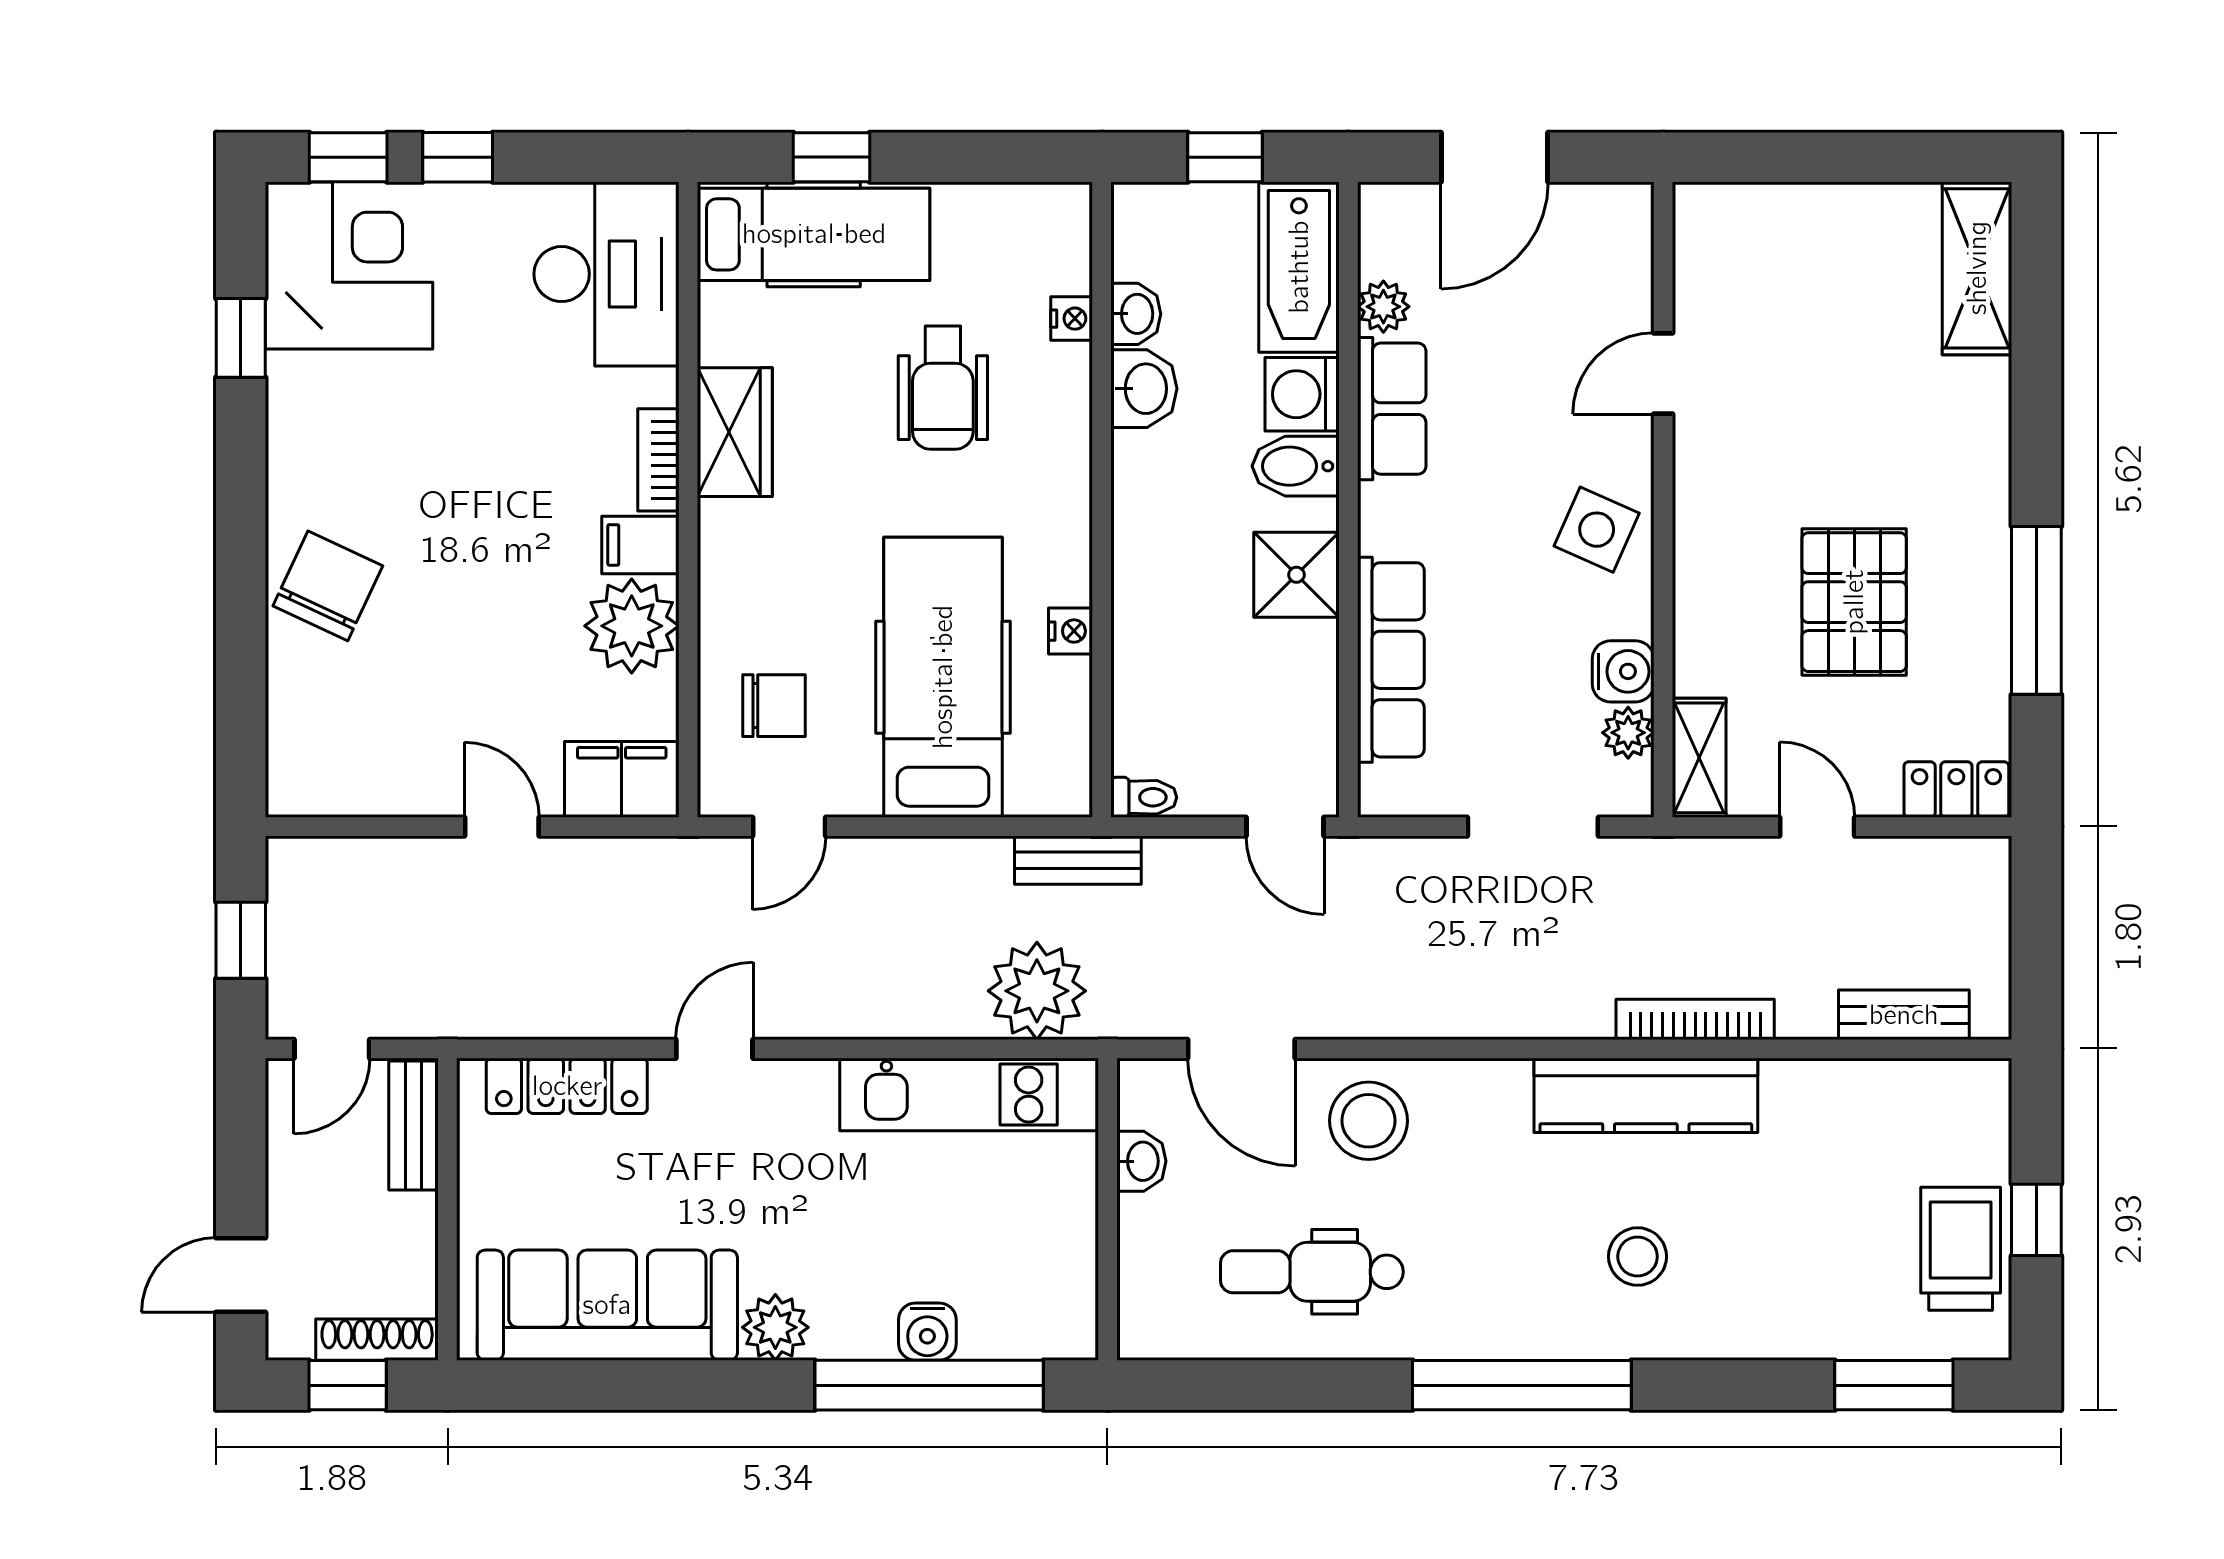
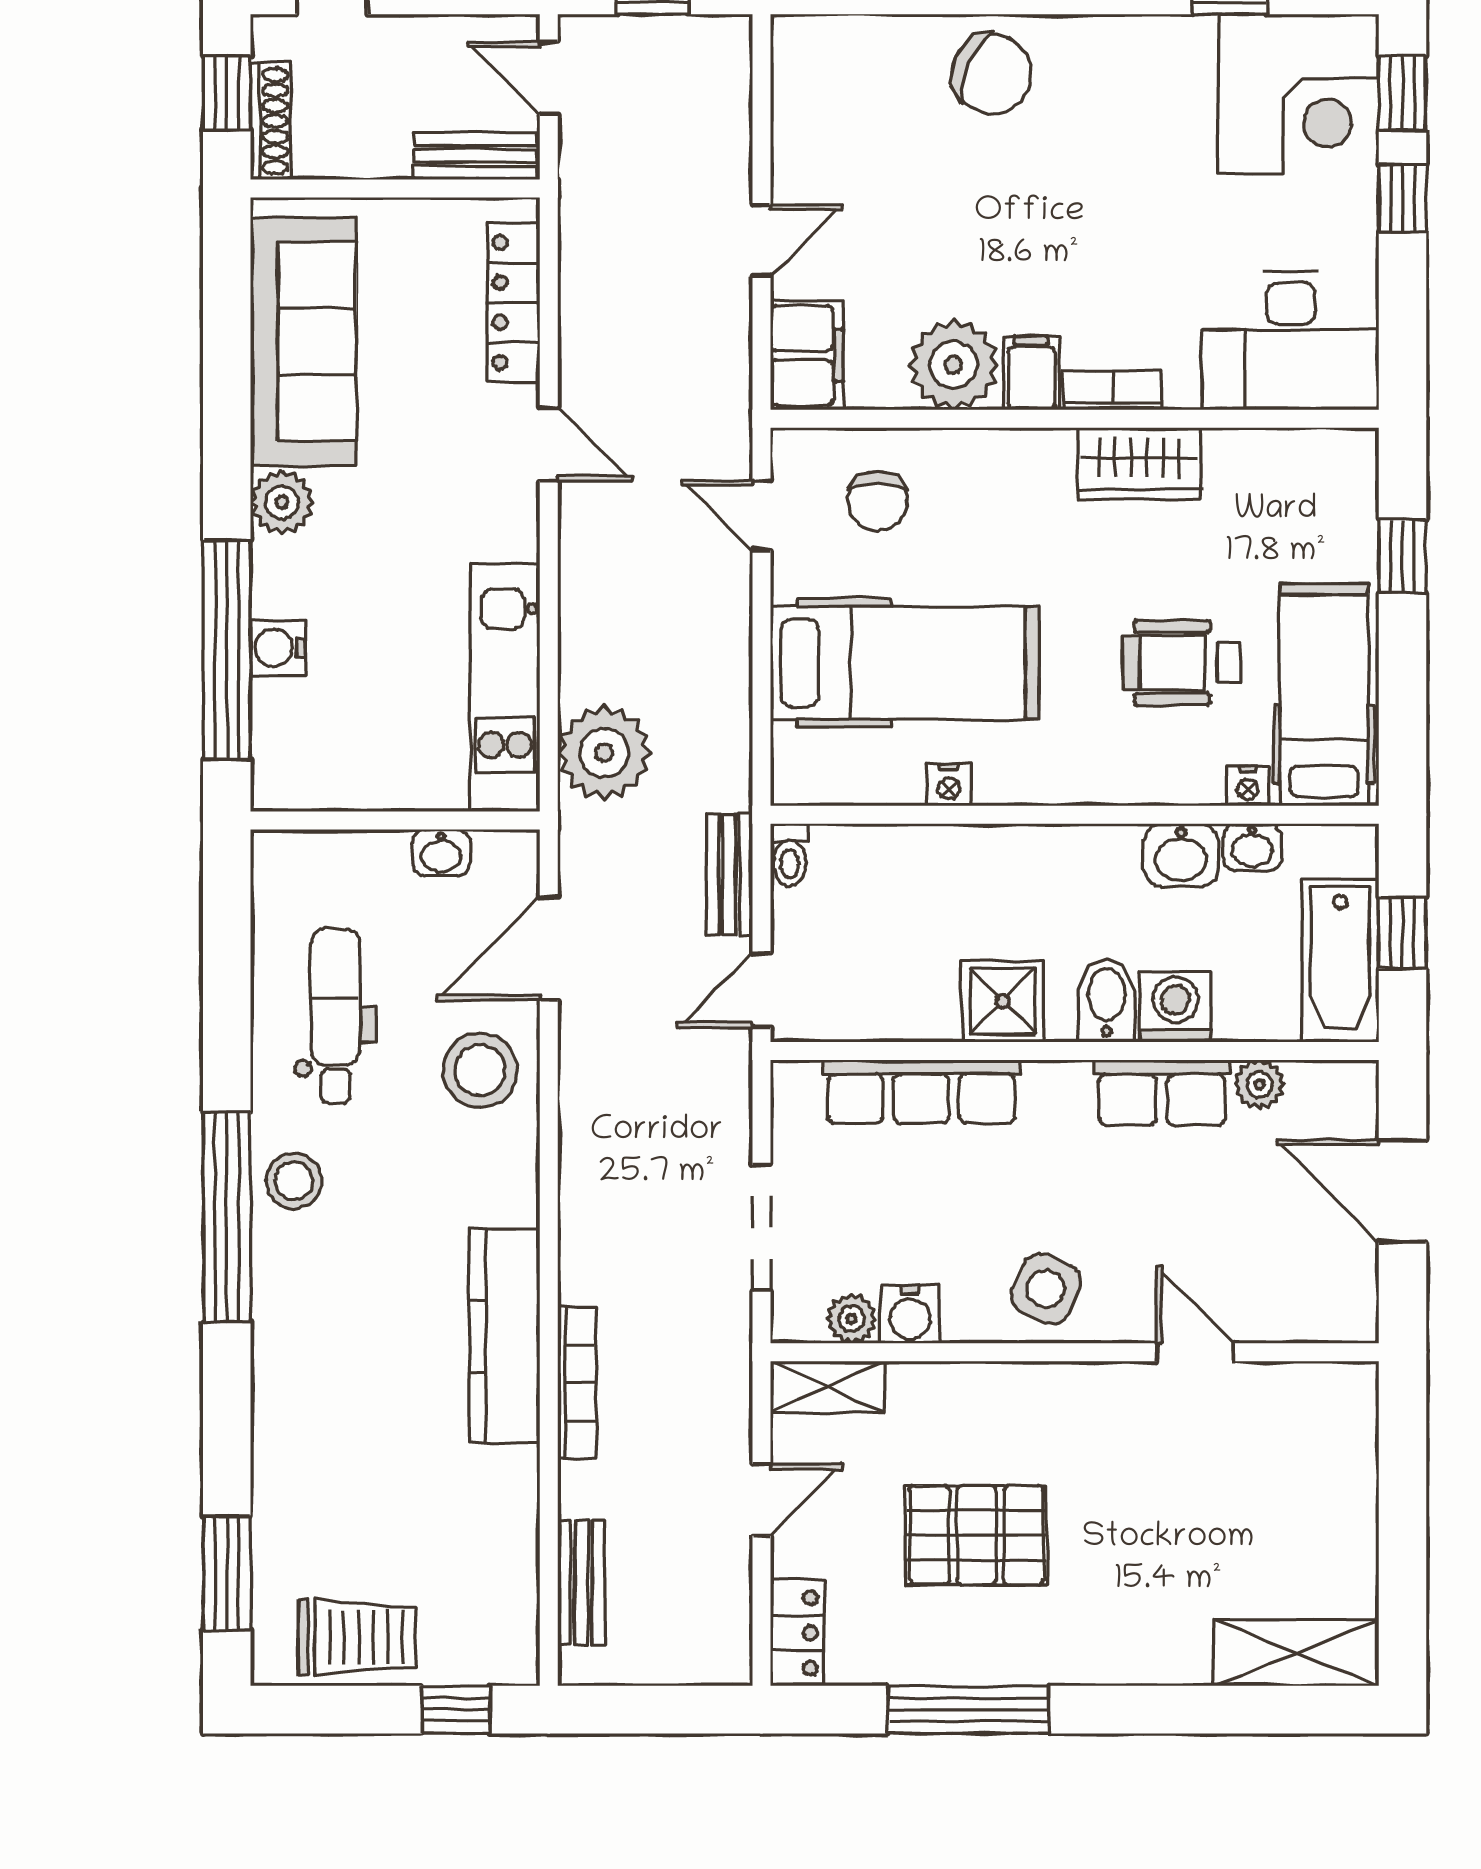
hospital bed: (814, 234) -> (1324, 695), moved, turned 180
bathtub: (1299, 267) -> (1340, 961), moved, turned -90
bench: (1078, 860) -> (729, 874), moved
window: (2036, 1220) -> (456, 1710), moved
stool: (1638, 1257) -> (294, 1181), moved

